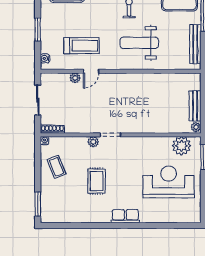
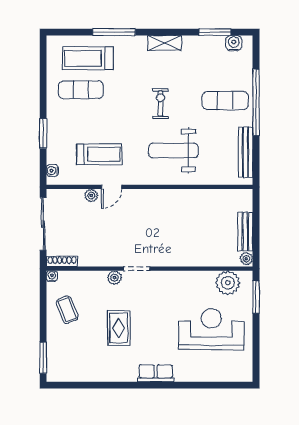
sliding door: (38, 100) -> (43, 224), width x1.37

